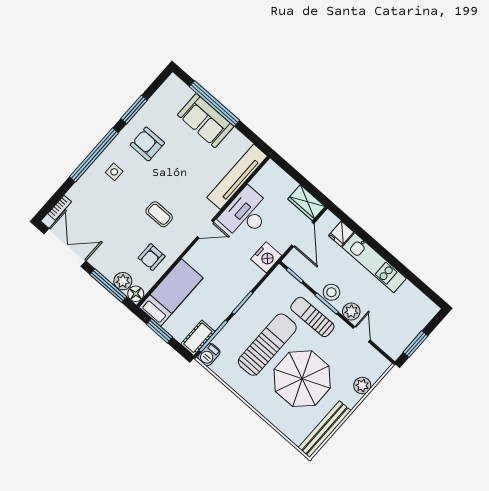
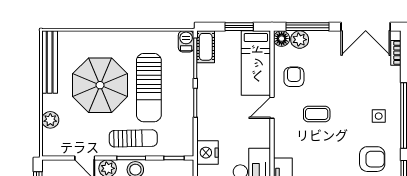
door: (205, 229) -> (272, 108), moved

